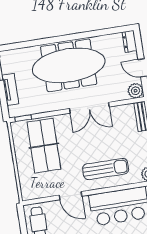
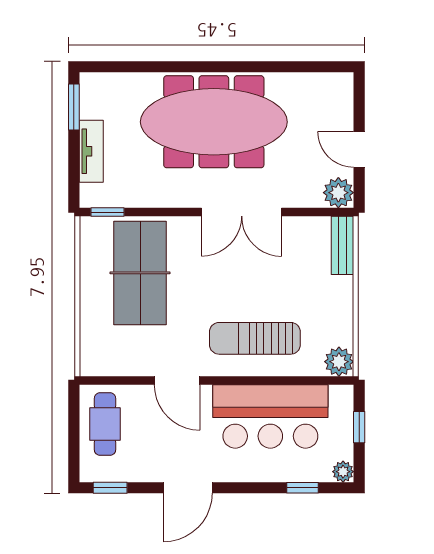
dresser: (130, 41) -> (342, 93), removed
sun lounger: (106, 169) -> (255, 338), turned 180

